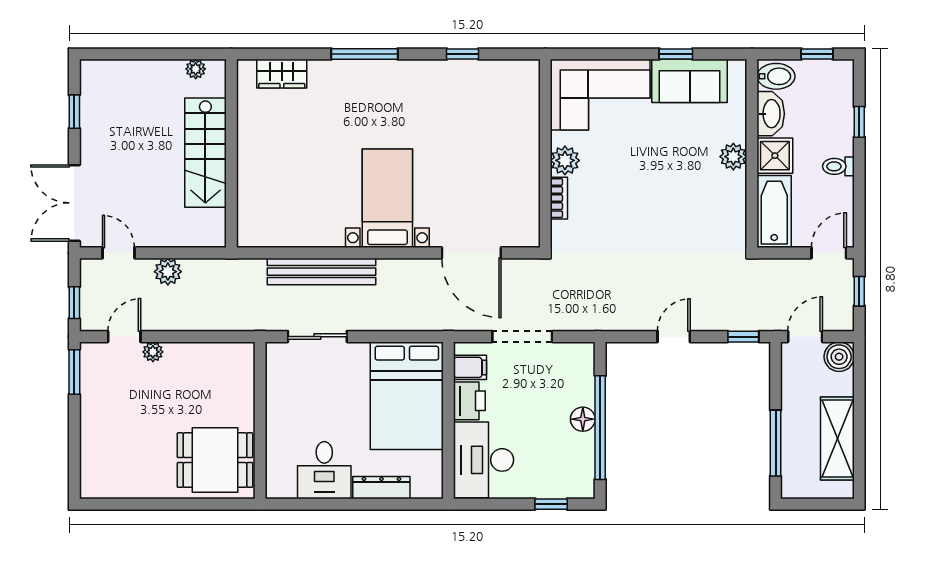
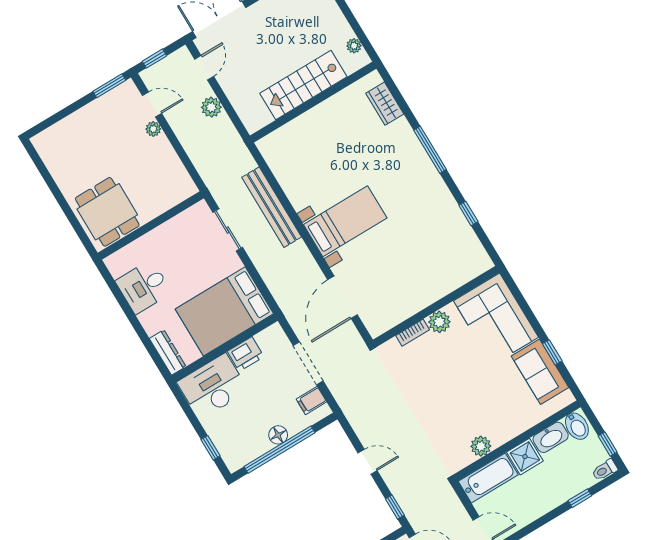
plant: (733, 157) -> (481, 446), moved
toilet: (838, 166) -> (605, 470), moved, turned -90
filing cabinet: (470, 367) -> (311, 400), moved, turned 90
dresser: (381, 488) -> (168, 352), moved

